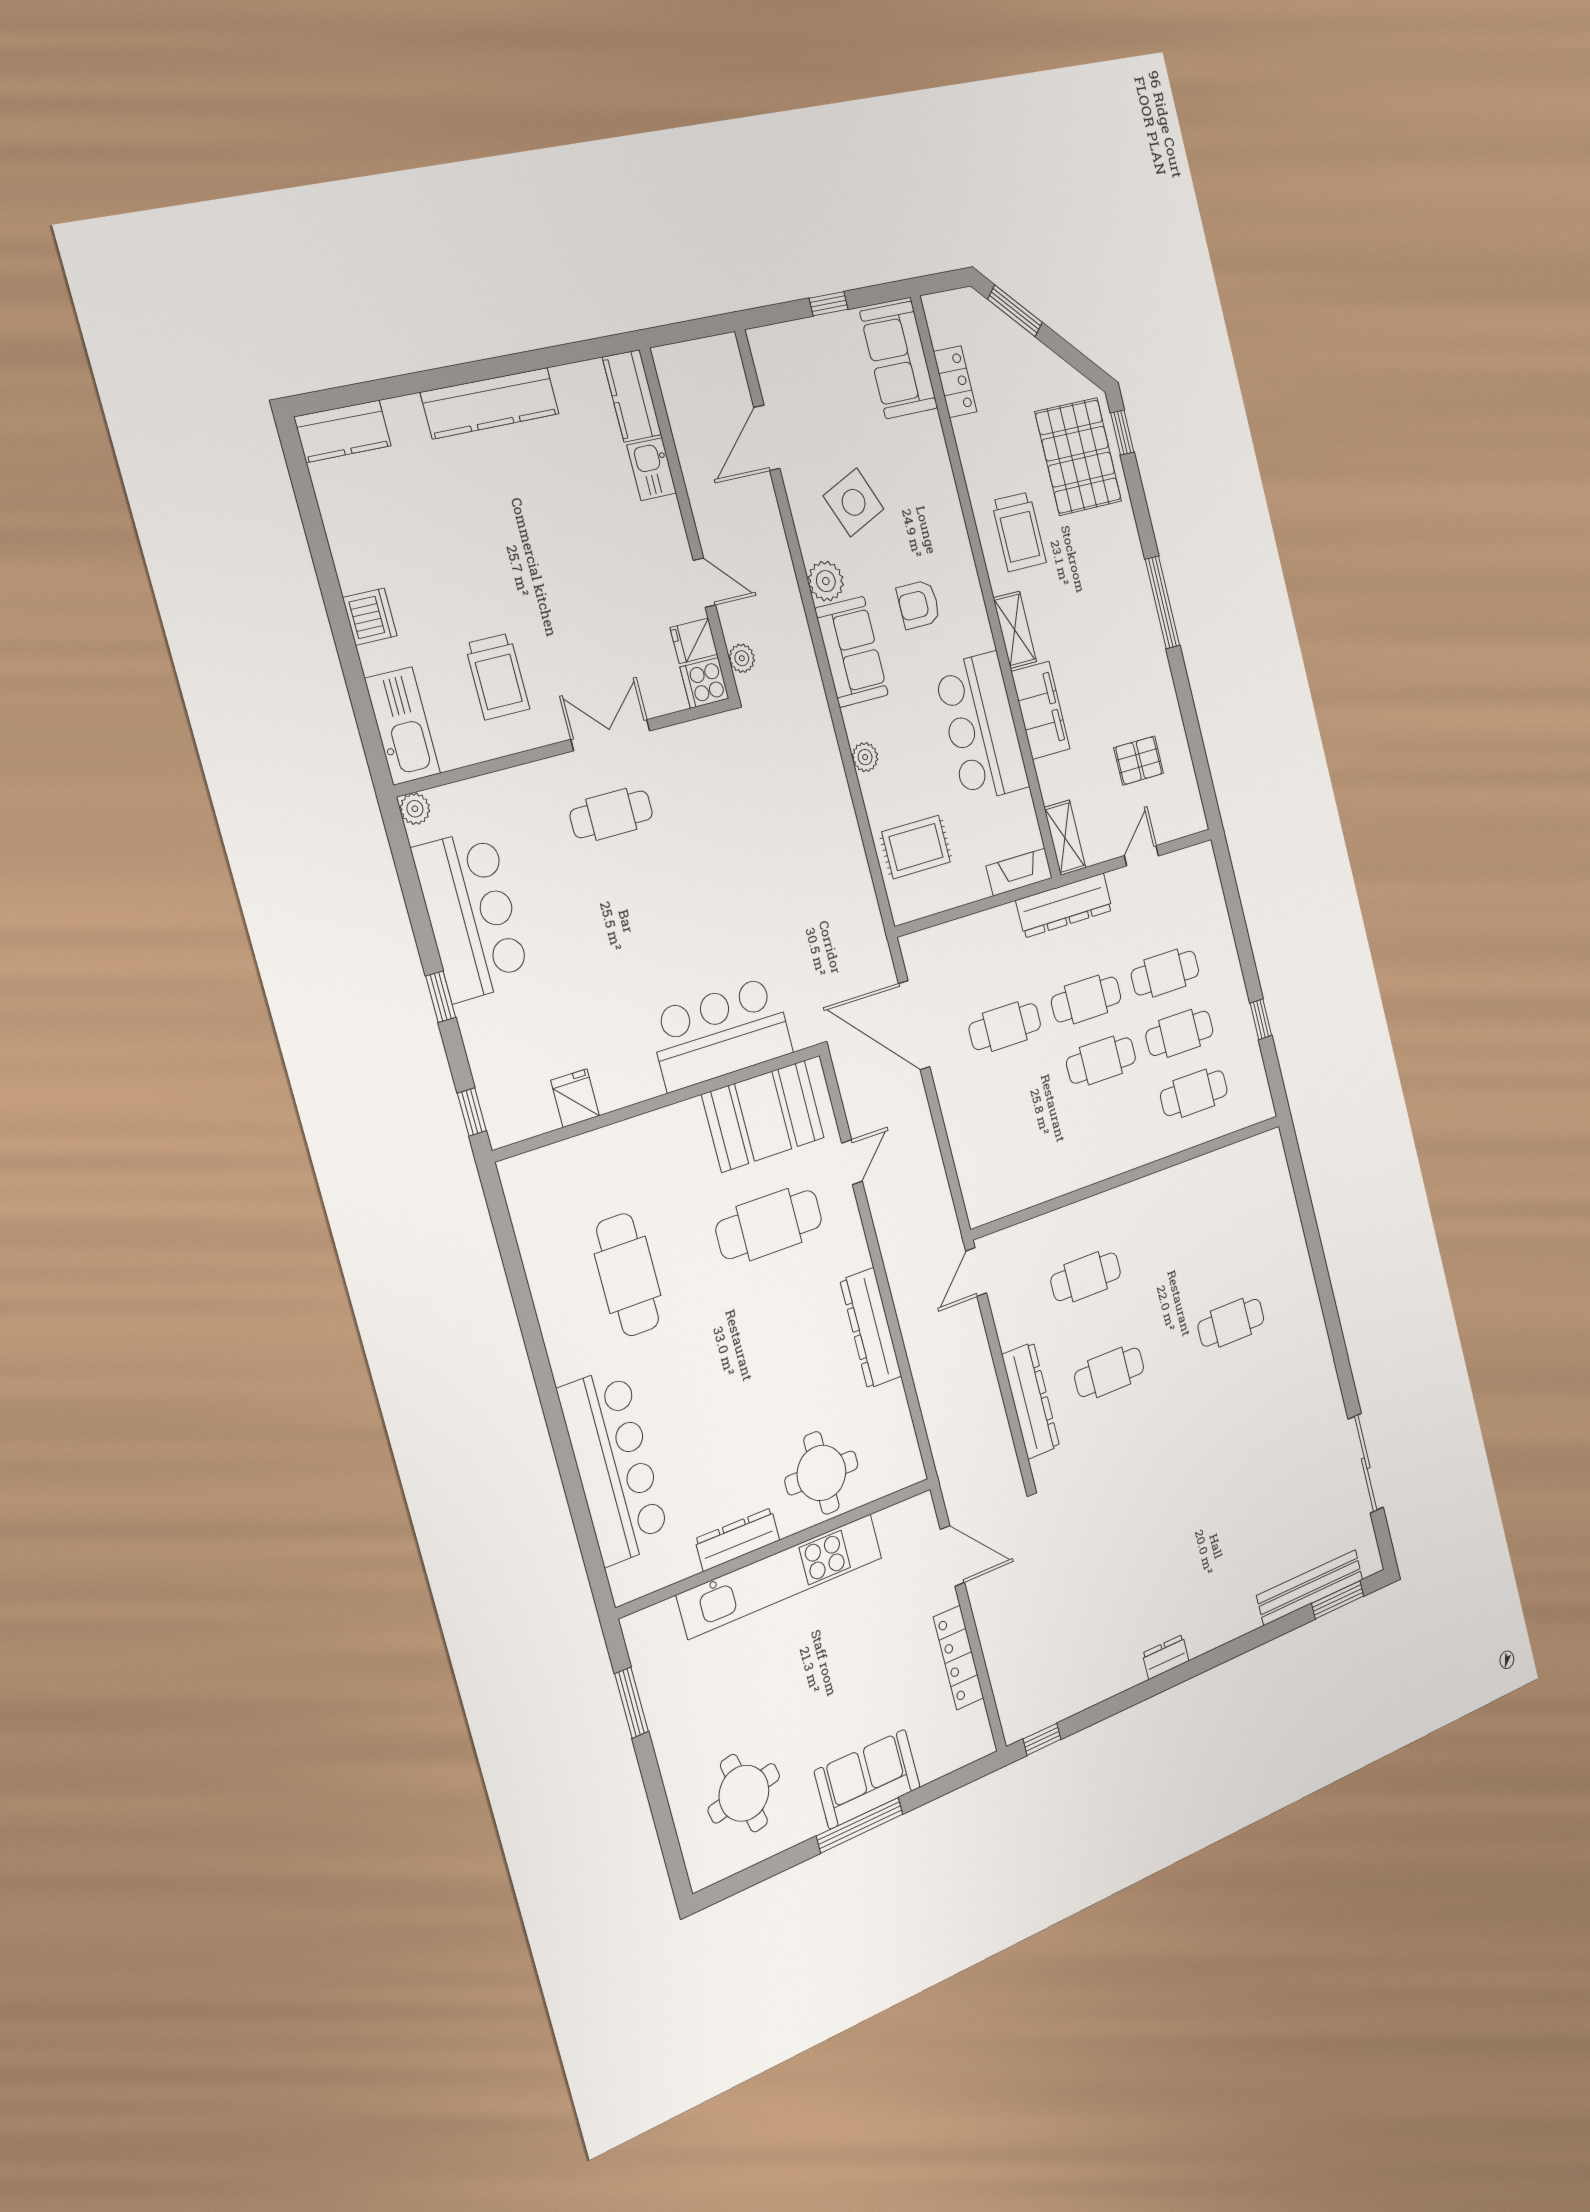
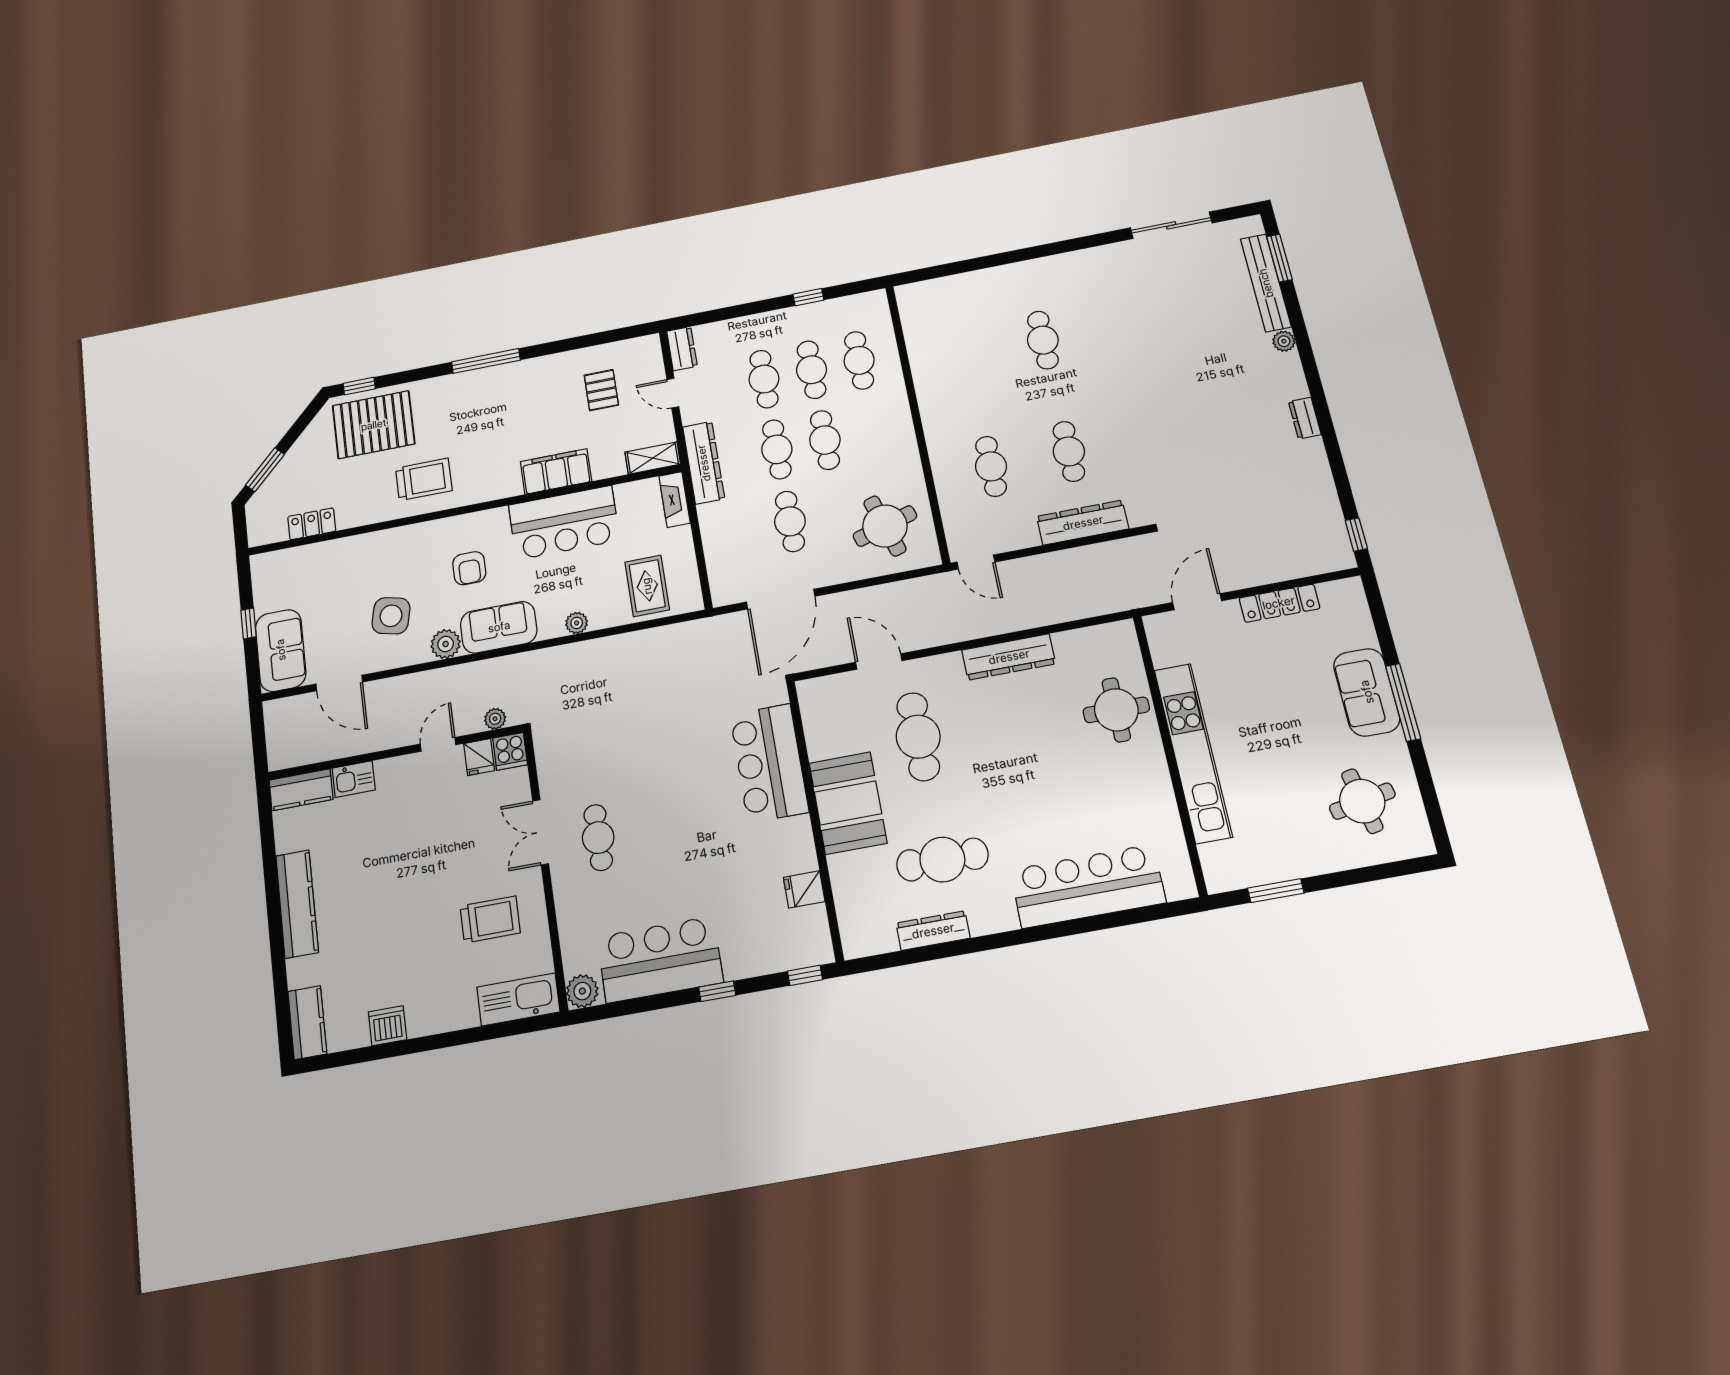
sofa: (899, 360) -> (281, 650), moved, turned -90
side table: (854, 502) -> (391, 616), turned 36
dishwasher: (370, 617) -> (388, 1026), moved
shelving: (1015, 630) -> (495, 489), removed
plant: (415, 809) -> (582, 991), width x1.38, depth x1.38
dresser: (1193, 862) -> (682, 349), added
booth: (763, 1116) -> (848, 803), moved
round table: (1009, 1150) -> (885, 526), added
door: (852, 1162) -> (879, 661), width x1.38
dresser: (737, 1539) -> (933, 931), moved, turned 90
plant: (1248, 1619) -> (1284, 341), added

